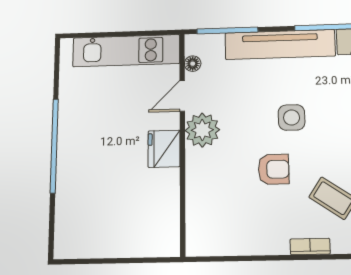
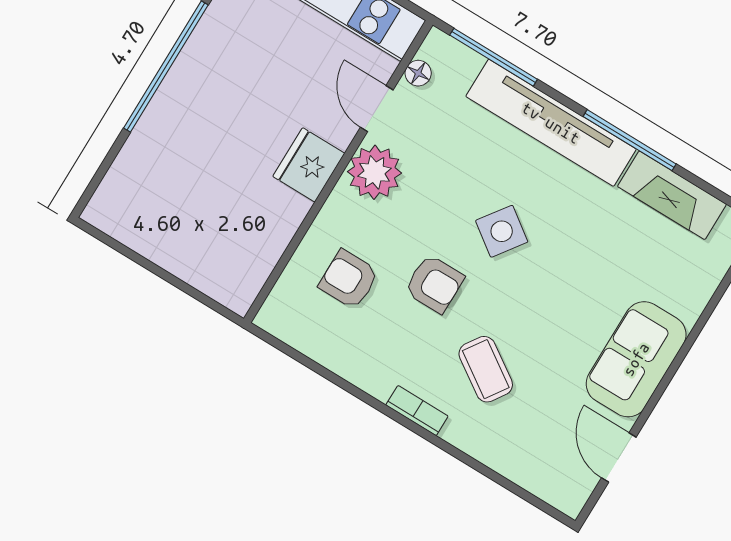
door: (182, 96) -> (377, 109), hinge flipped
side table: (292, 117) -> (502, 231), turned 36
armchair: (225, 197) -> (349, 279), added

